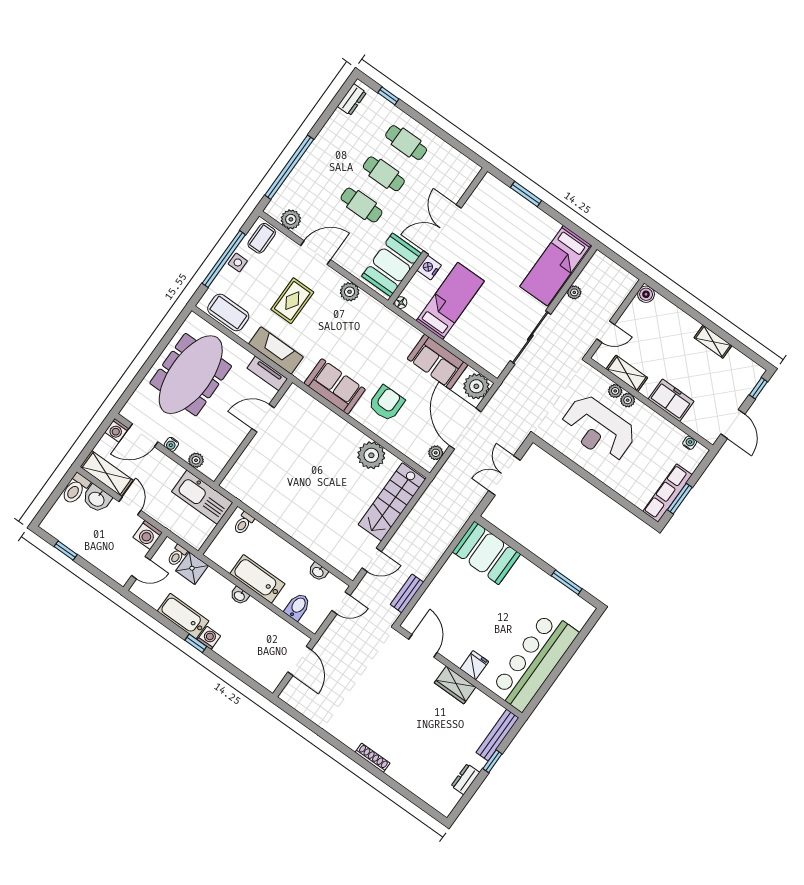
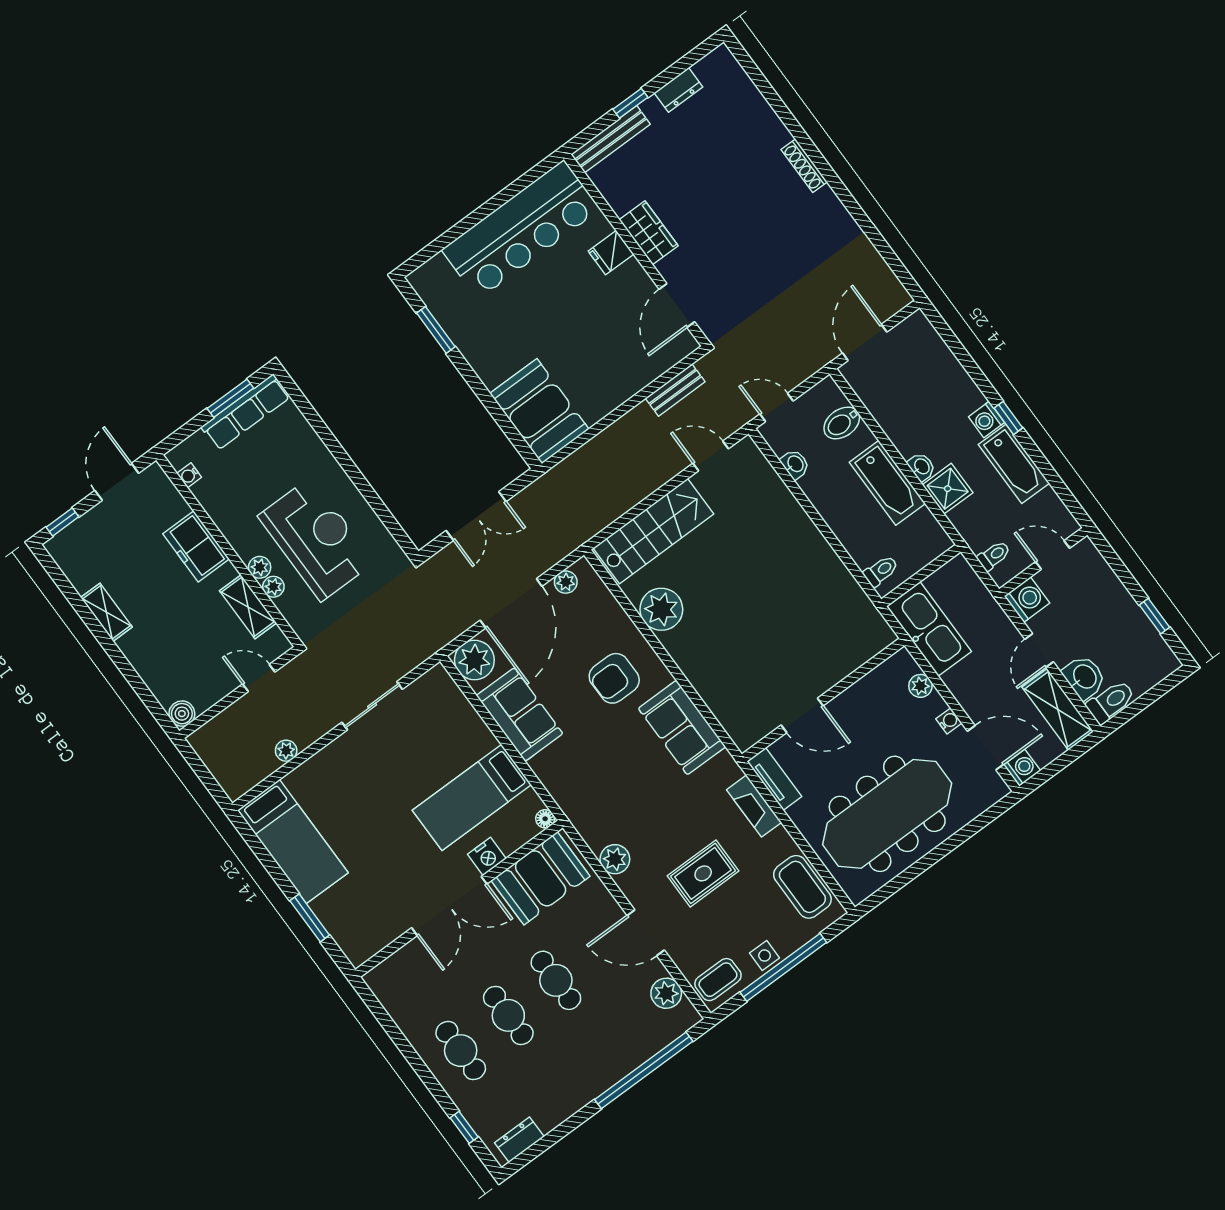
bed: (555, 266) -> (293, 841), moved, turned 90
sliding door: (530, 338) -> (372, 706), width x0.73
fireplace: (276, 350) -> (754, 806), width x0.73, depth x0.76
shower: (192, 568) -> (948, 489), moved

